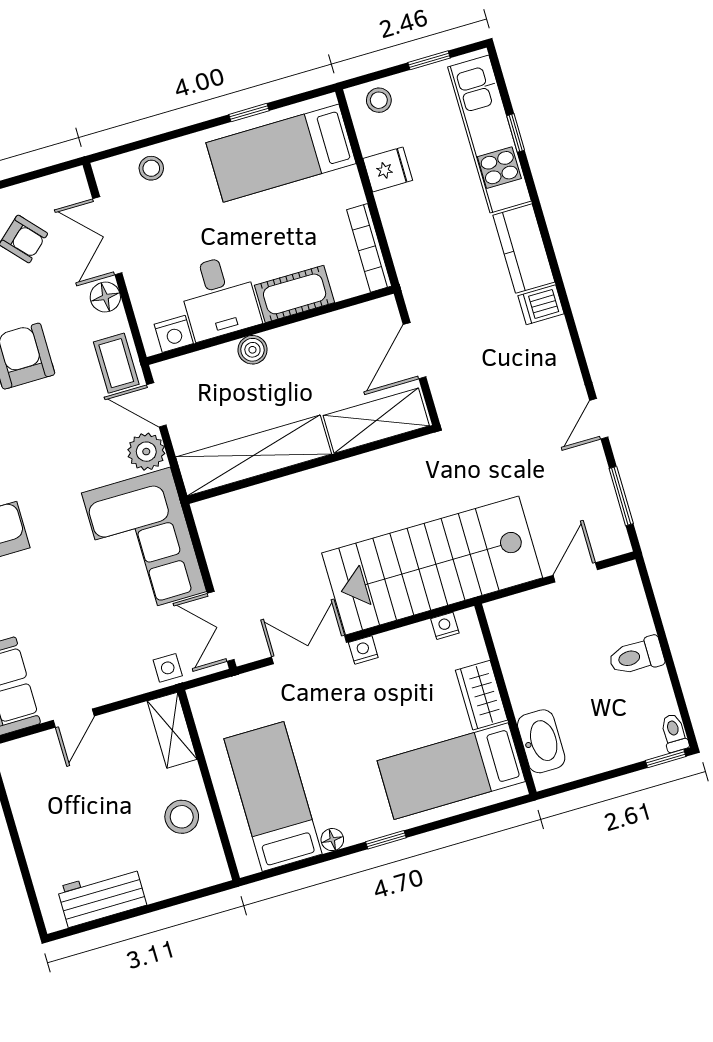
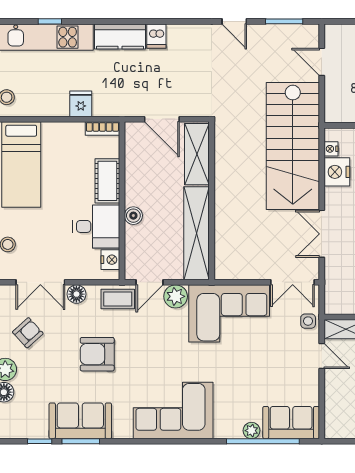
fridge: (388, 169) -> (81, 104), moved
bookcase: (369, 248) -> (102, 129), width x0.64
nightstand: (363, 650) -> (337, 172), moved, width x1.89, depth x1.79
door: (74, 718) -> (322, 356), moved

